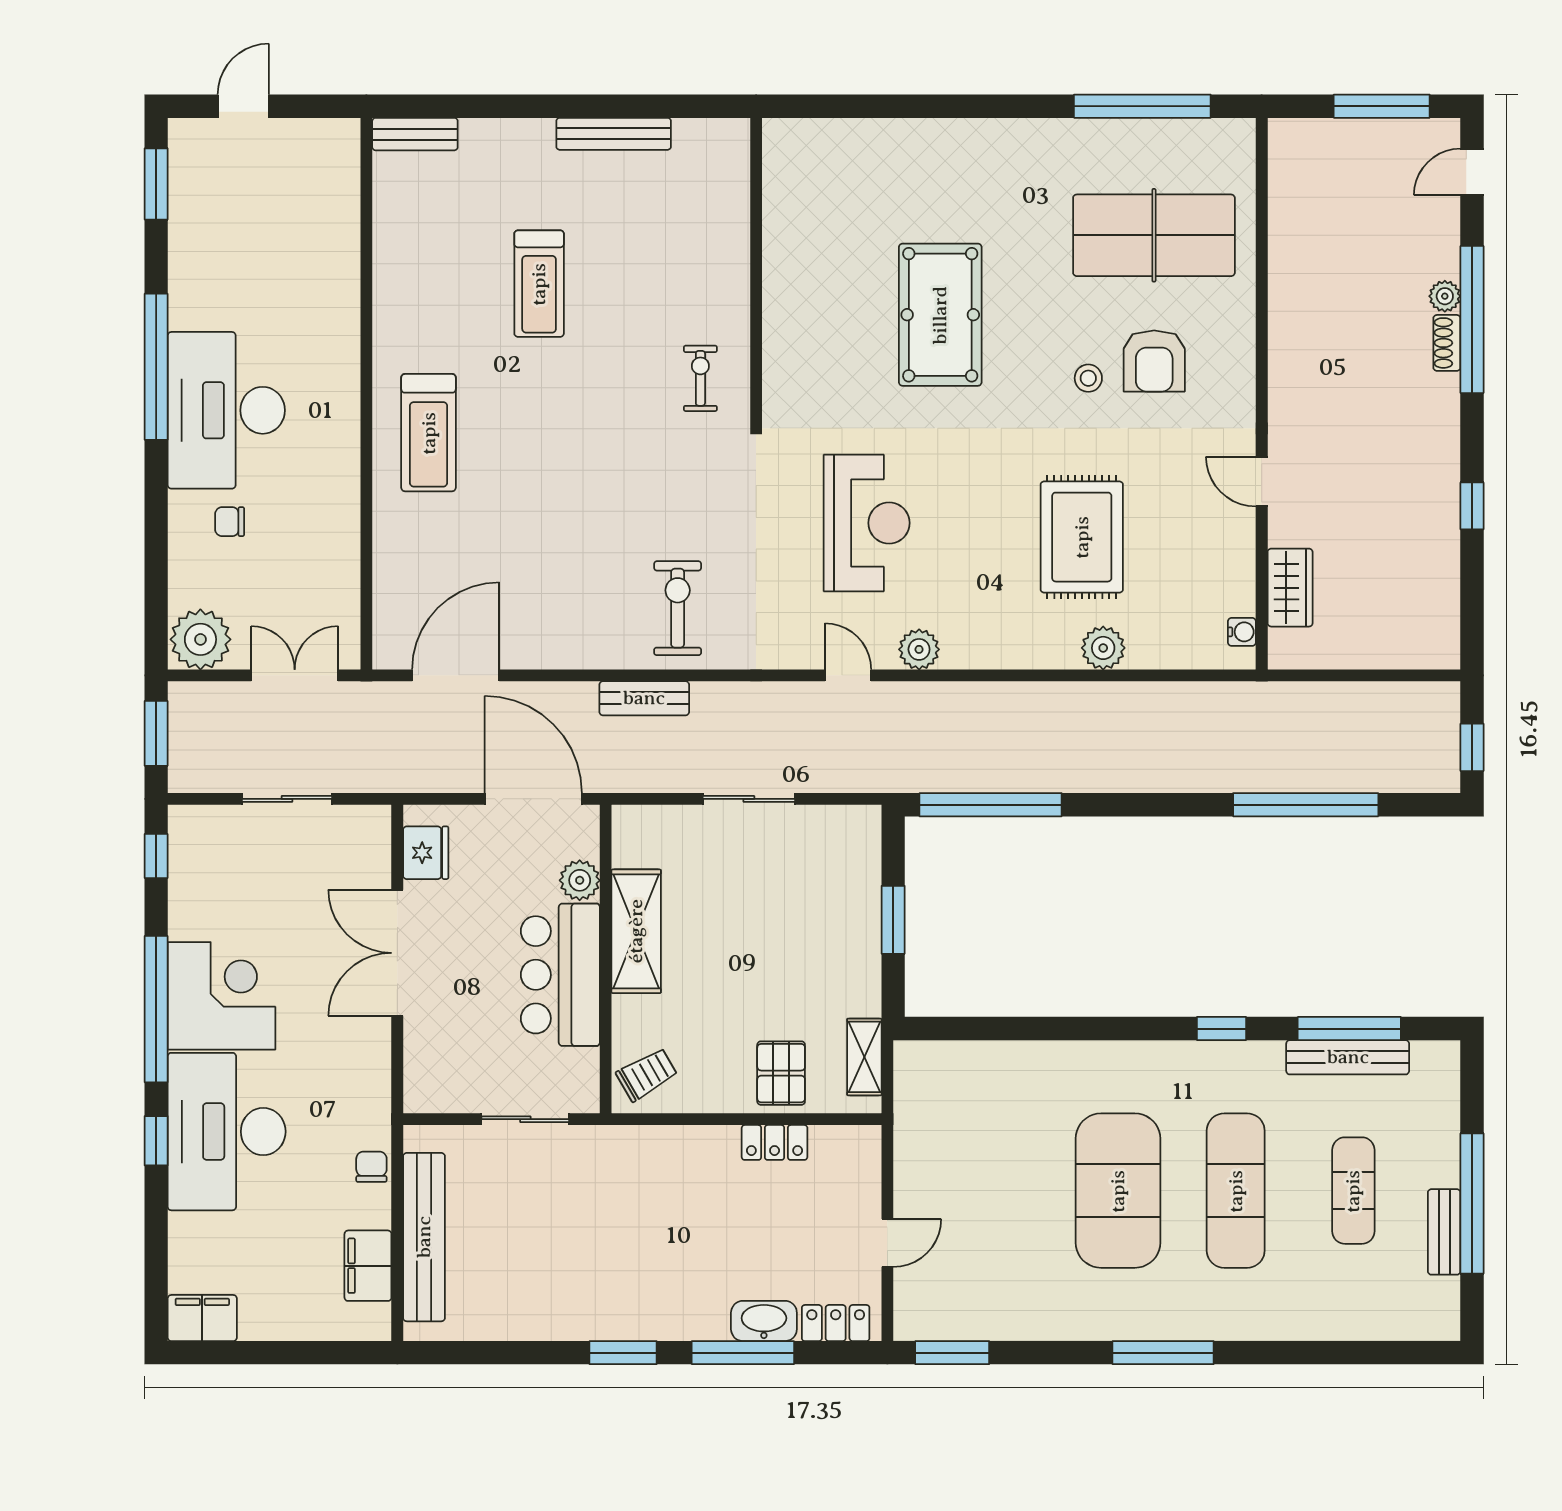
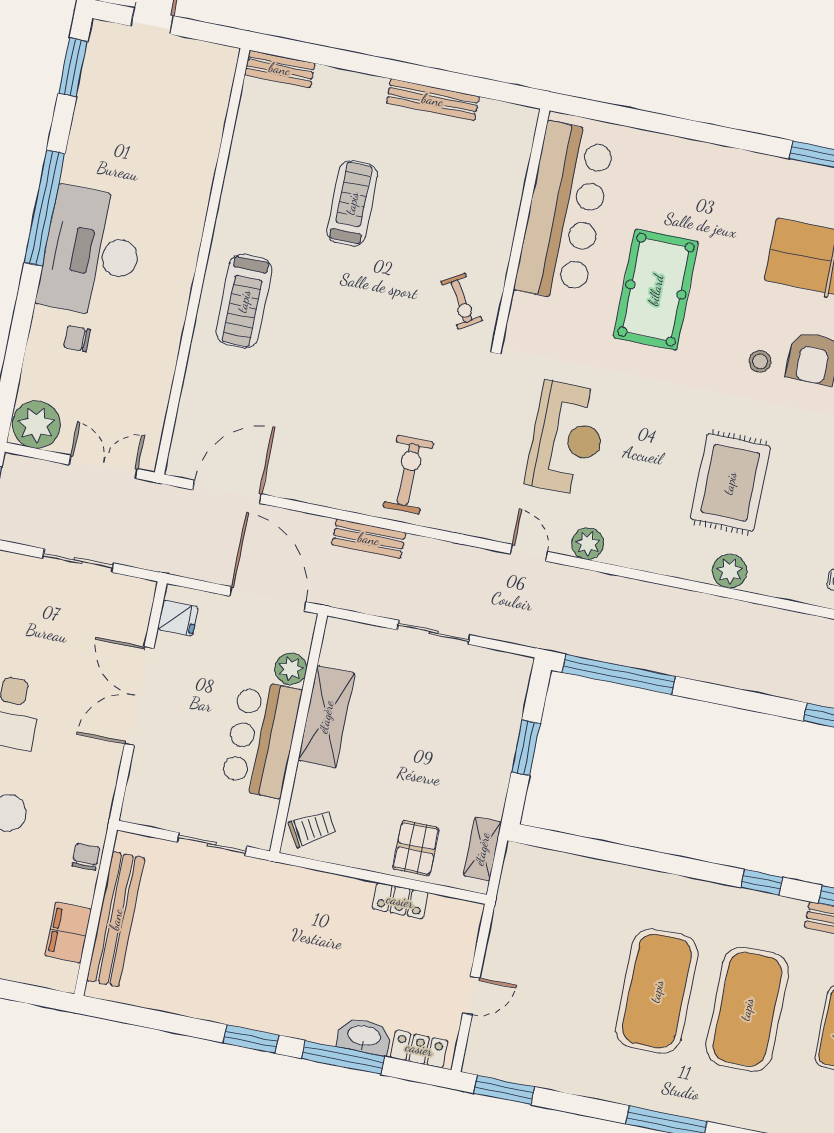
bar counter: (807, 241) -> (565, 212), added
treadmill: (539, 284) -> (352, 203), turned 180
exercise bike: (700, 378) -> (462, 301), turned 149
fridge: (426, 853) -> (178, 618), width x0.72
exercise mat: (1236, 1191) -> (747, 1009), width x1.47

